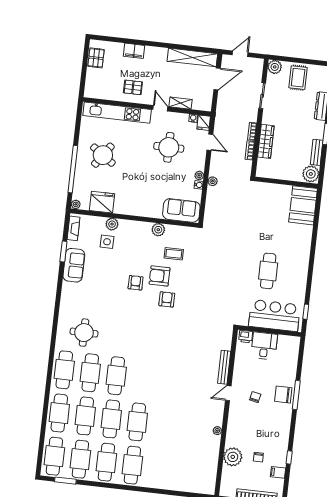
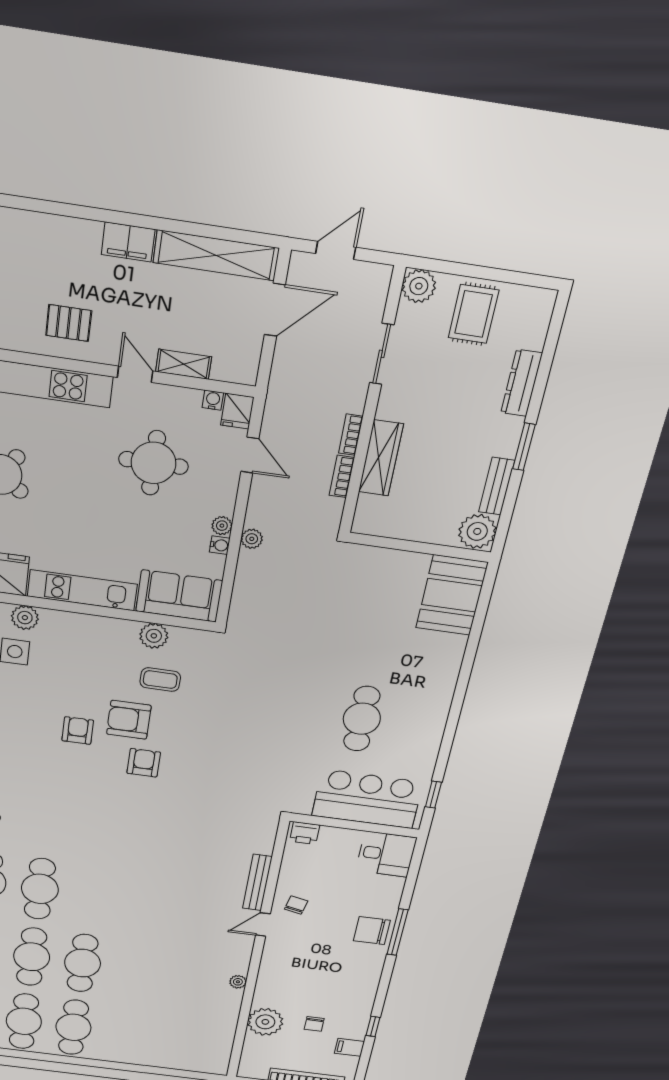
filing cabinet: (134, 51) -> (128, 242), moved
kitchen unit: (138, 209) -> (82, 590), added
plant: (158, 230) -> (154, 636), moved
desk: (264, 346) -> (386, 854), moved, turned 90
chair: (255, 397) -> (296, 905), moved

